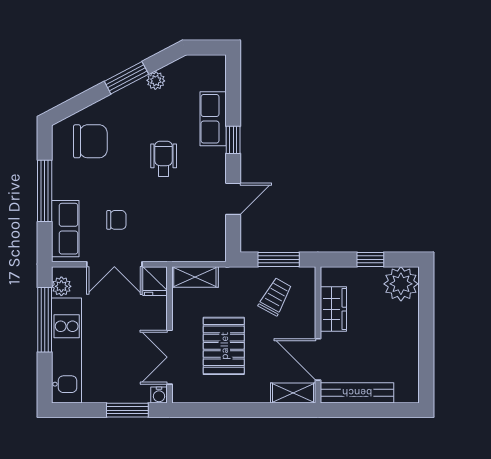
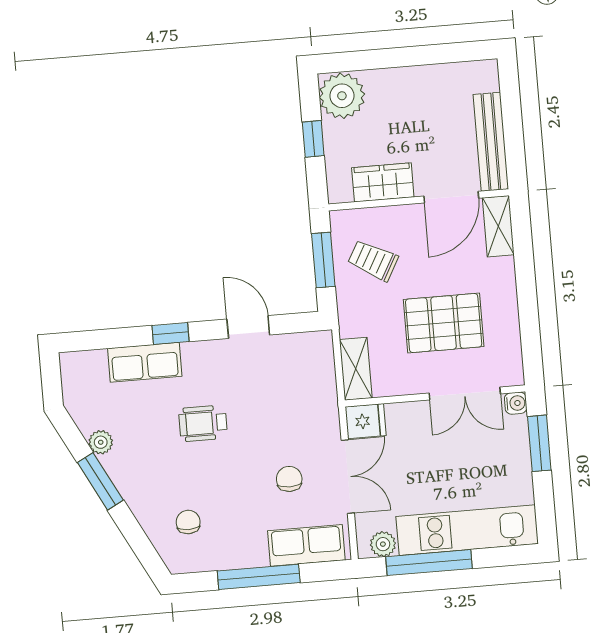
chair: (90, 141) -> (188, 522), width x0.54, depth x0.54

